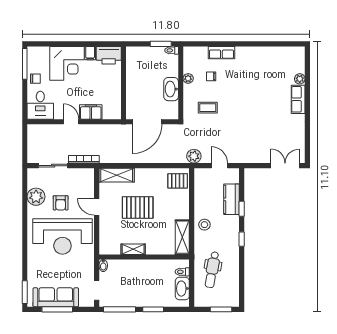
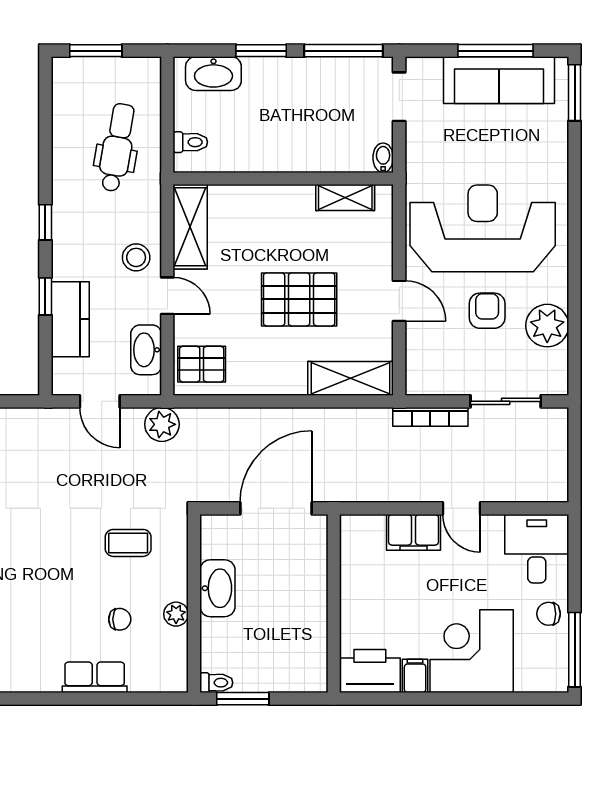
washbasin: (200, 187) -> (146, 350), added
door: (192, 209) -> (167, 296), added
shelving: (133, 249) -> (345, 198), moved
washbasin: (182, 289) -> (213, 74), moved, turned 90

